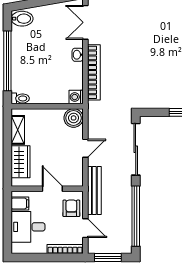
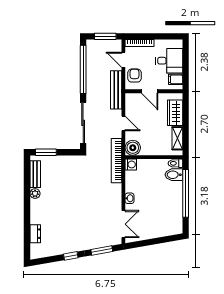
bidet: (22, 19) -> (174, 175), moved
bookcase: (94, 72) -> (117, 161), moved
door: (85, 148) -> (123, 123), swing flipped
armchair: (71, 208) -> (135, 76), turned 180

